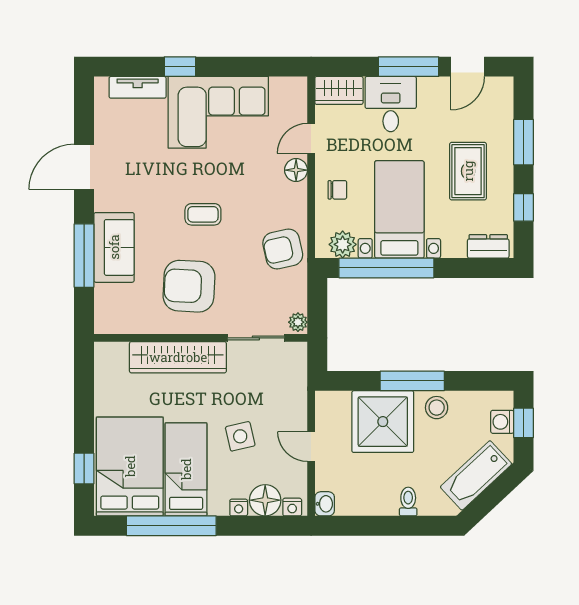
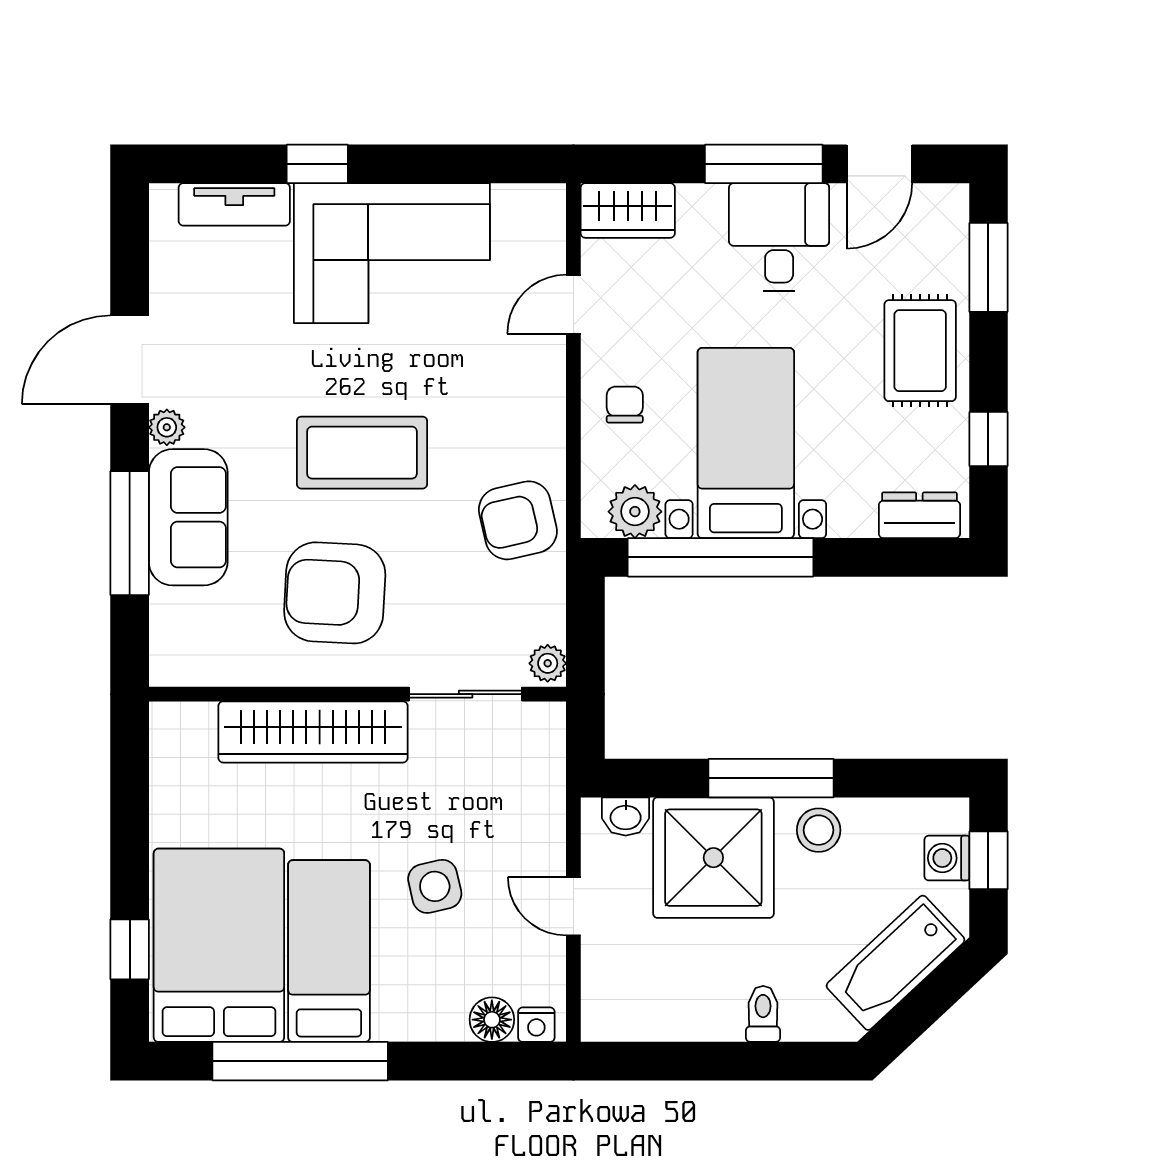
desk: (391, 104) -> (779, 237), moved
window: (524, 142) -> (988, 267), moved
floor lamp: (296, 170) -> (544, 366), removed
rug: (468, 171) -> (920, 351), moved
chair: (337, 190) -> (625, 405), turned -90
plant: (103, 201) -> (167, 427), added
coffee table: (203, 214) -> (362, 453), width x1.86, depth x1.72
floor lamp: (265, 500) -> (492, 1020), width x0.73, depth x0.73
washbasin: (325, 504) -> (626, 816), moved, turned 90
nightstand: (239, 508) -> (432, 1026), removed

